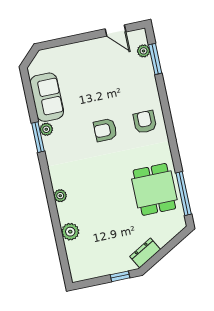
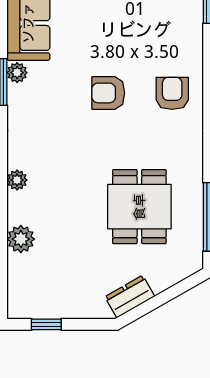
dining table: (154, 189) -> (139, 207), moved
window: (120, 276) -> (46, 324), moved

